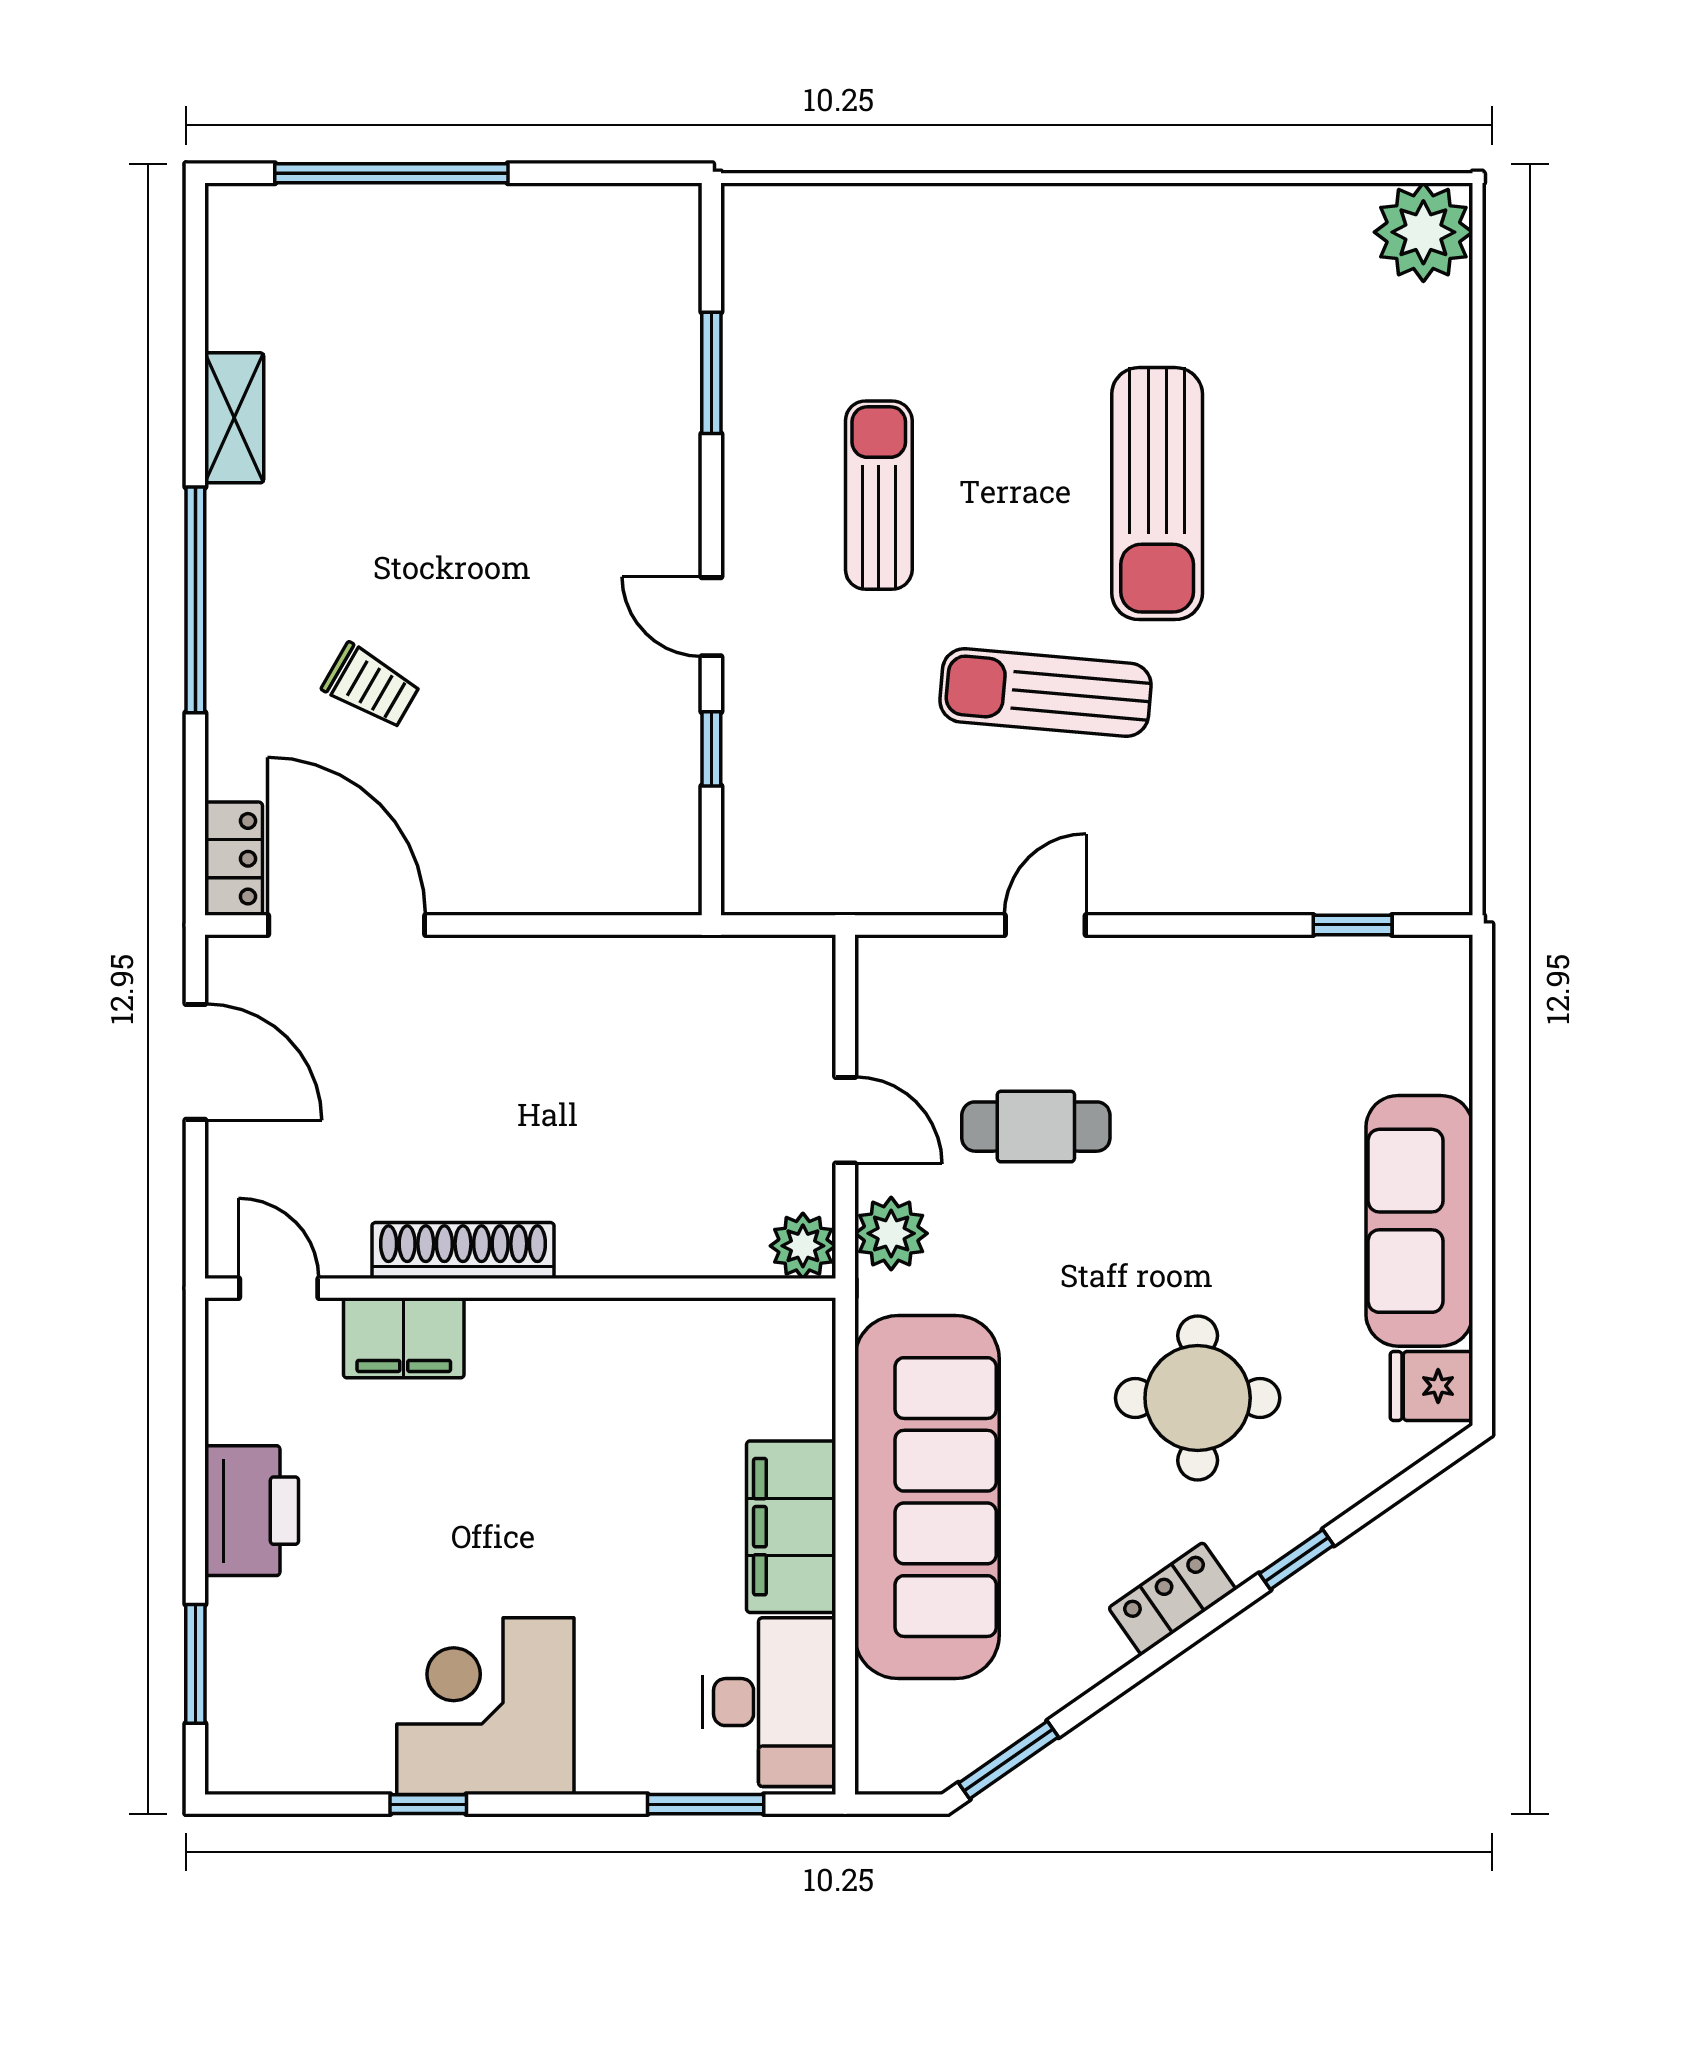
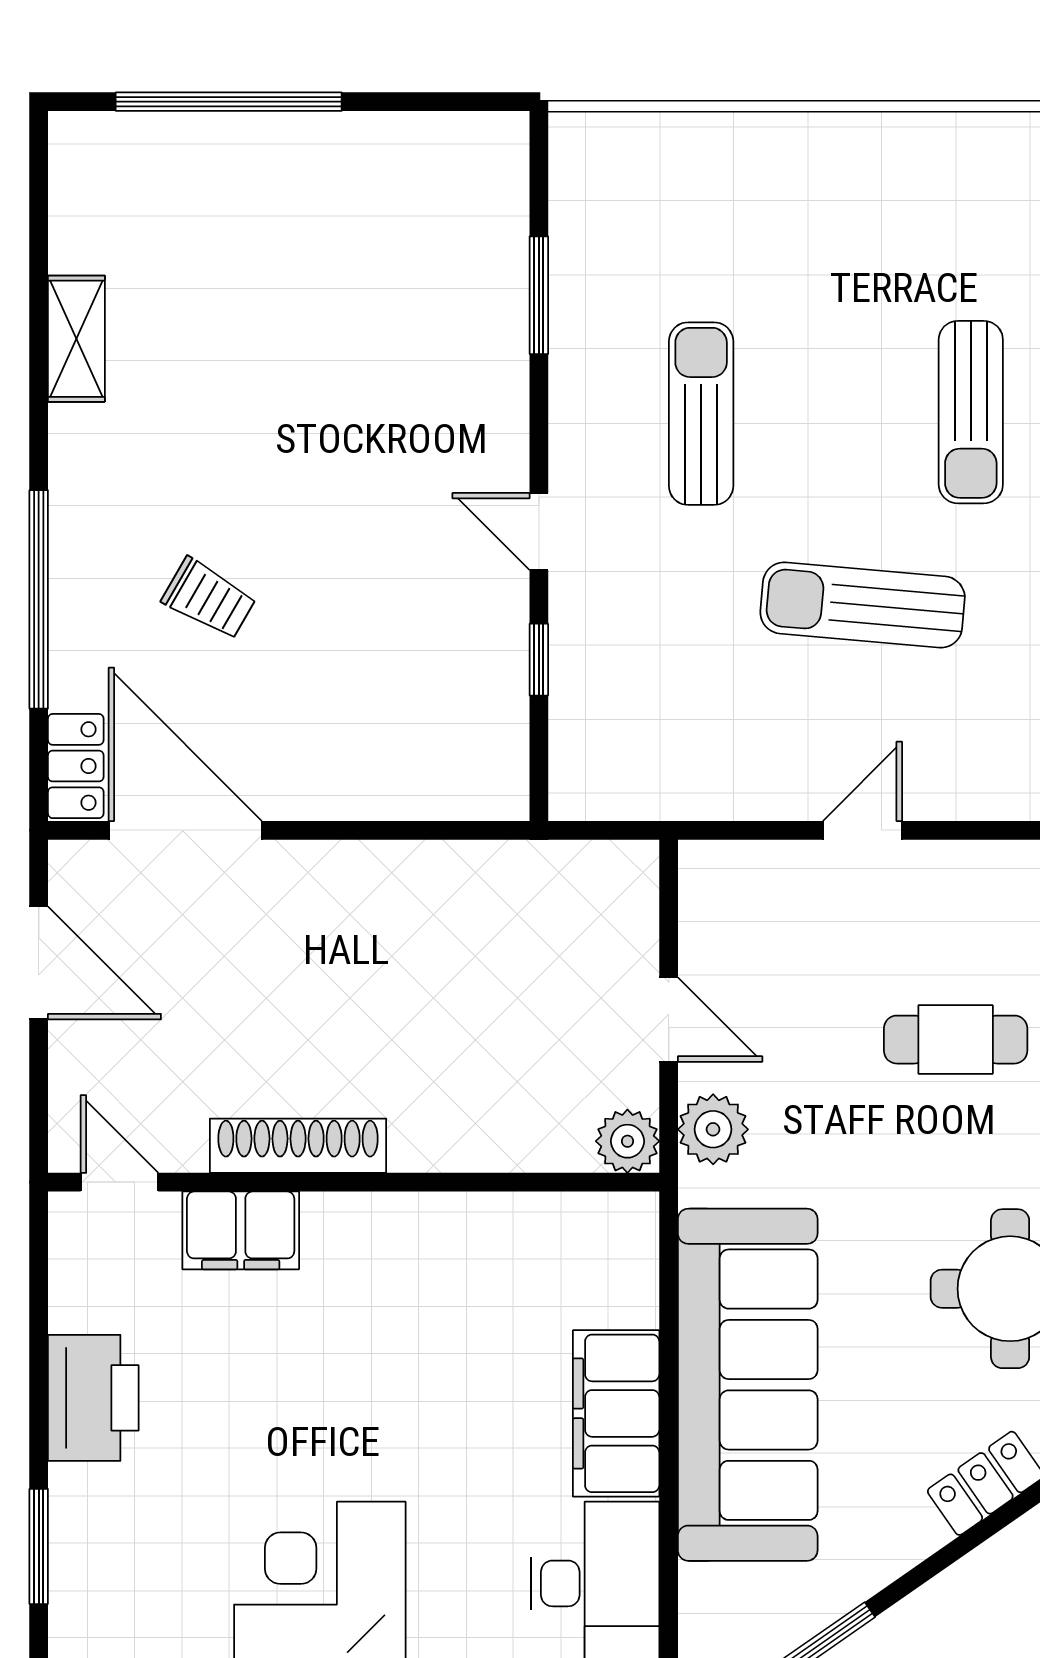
sun lounger: (1157, 494) -> (971, 412), width x0.73, depth x0.75
window: (195, 600) -> (39, 599), moved
cafe table: (1036, 1127) -> (956, 1040), moved

